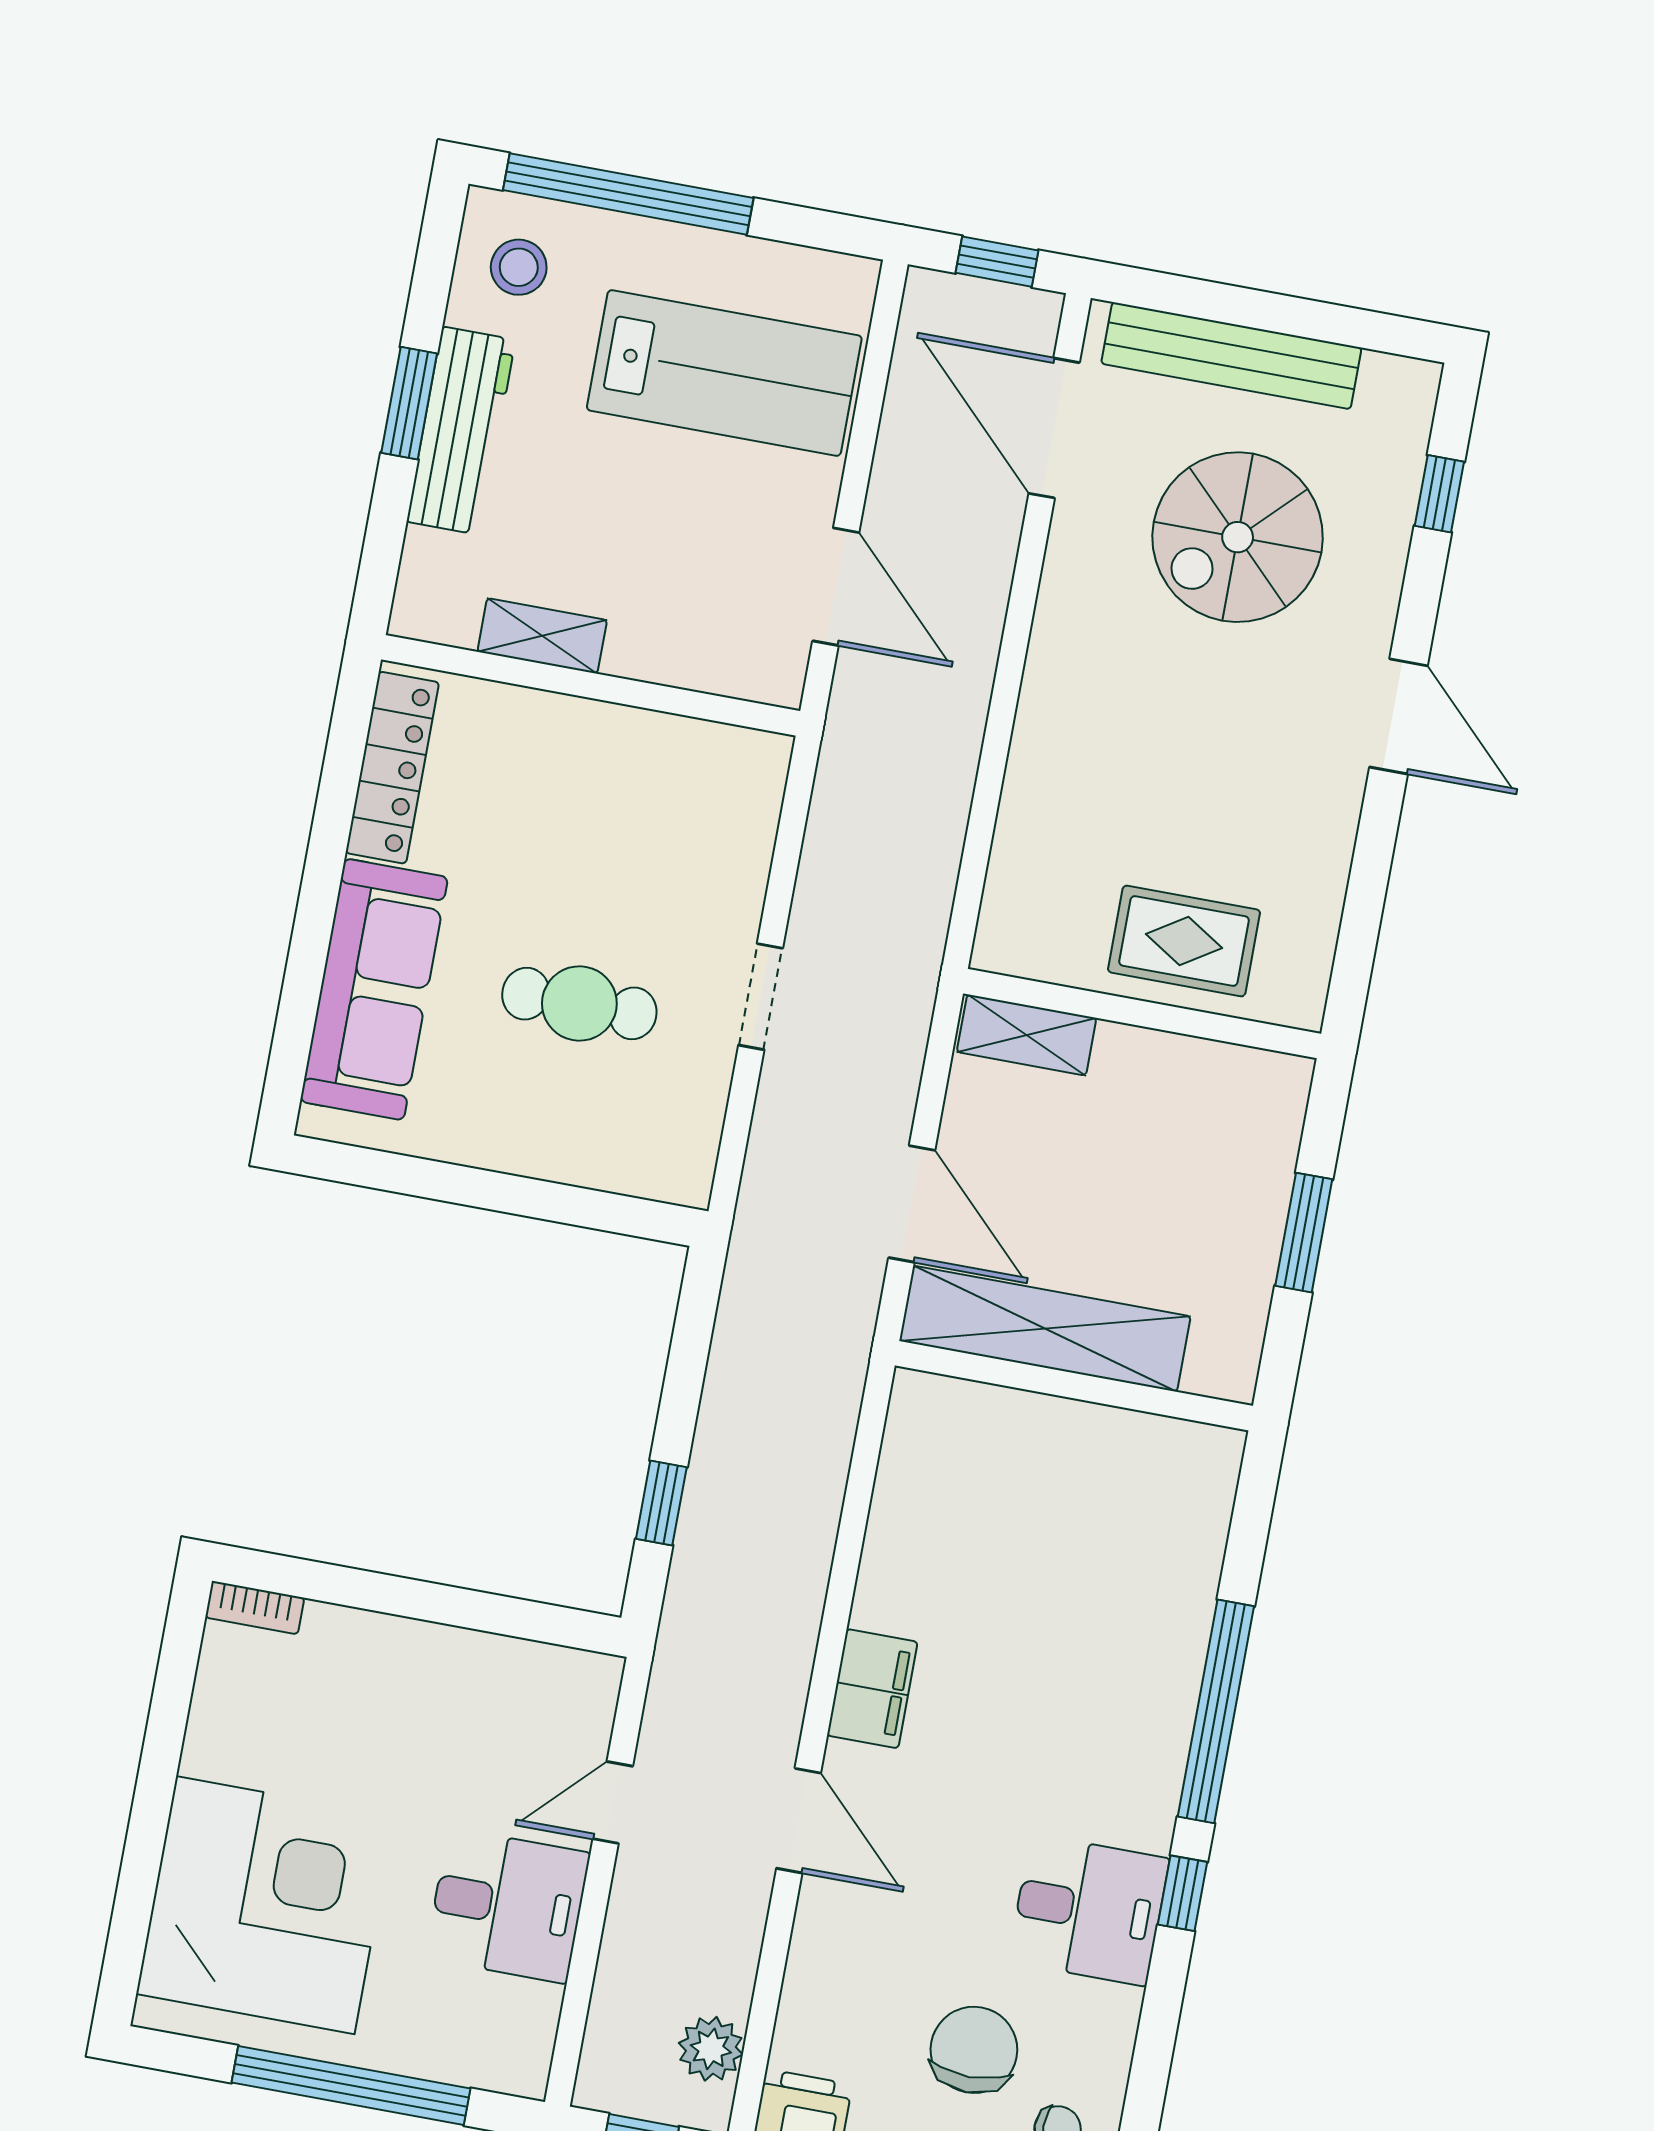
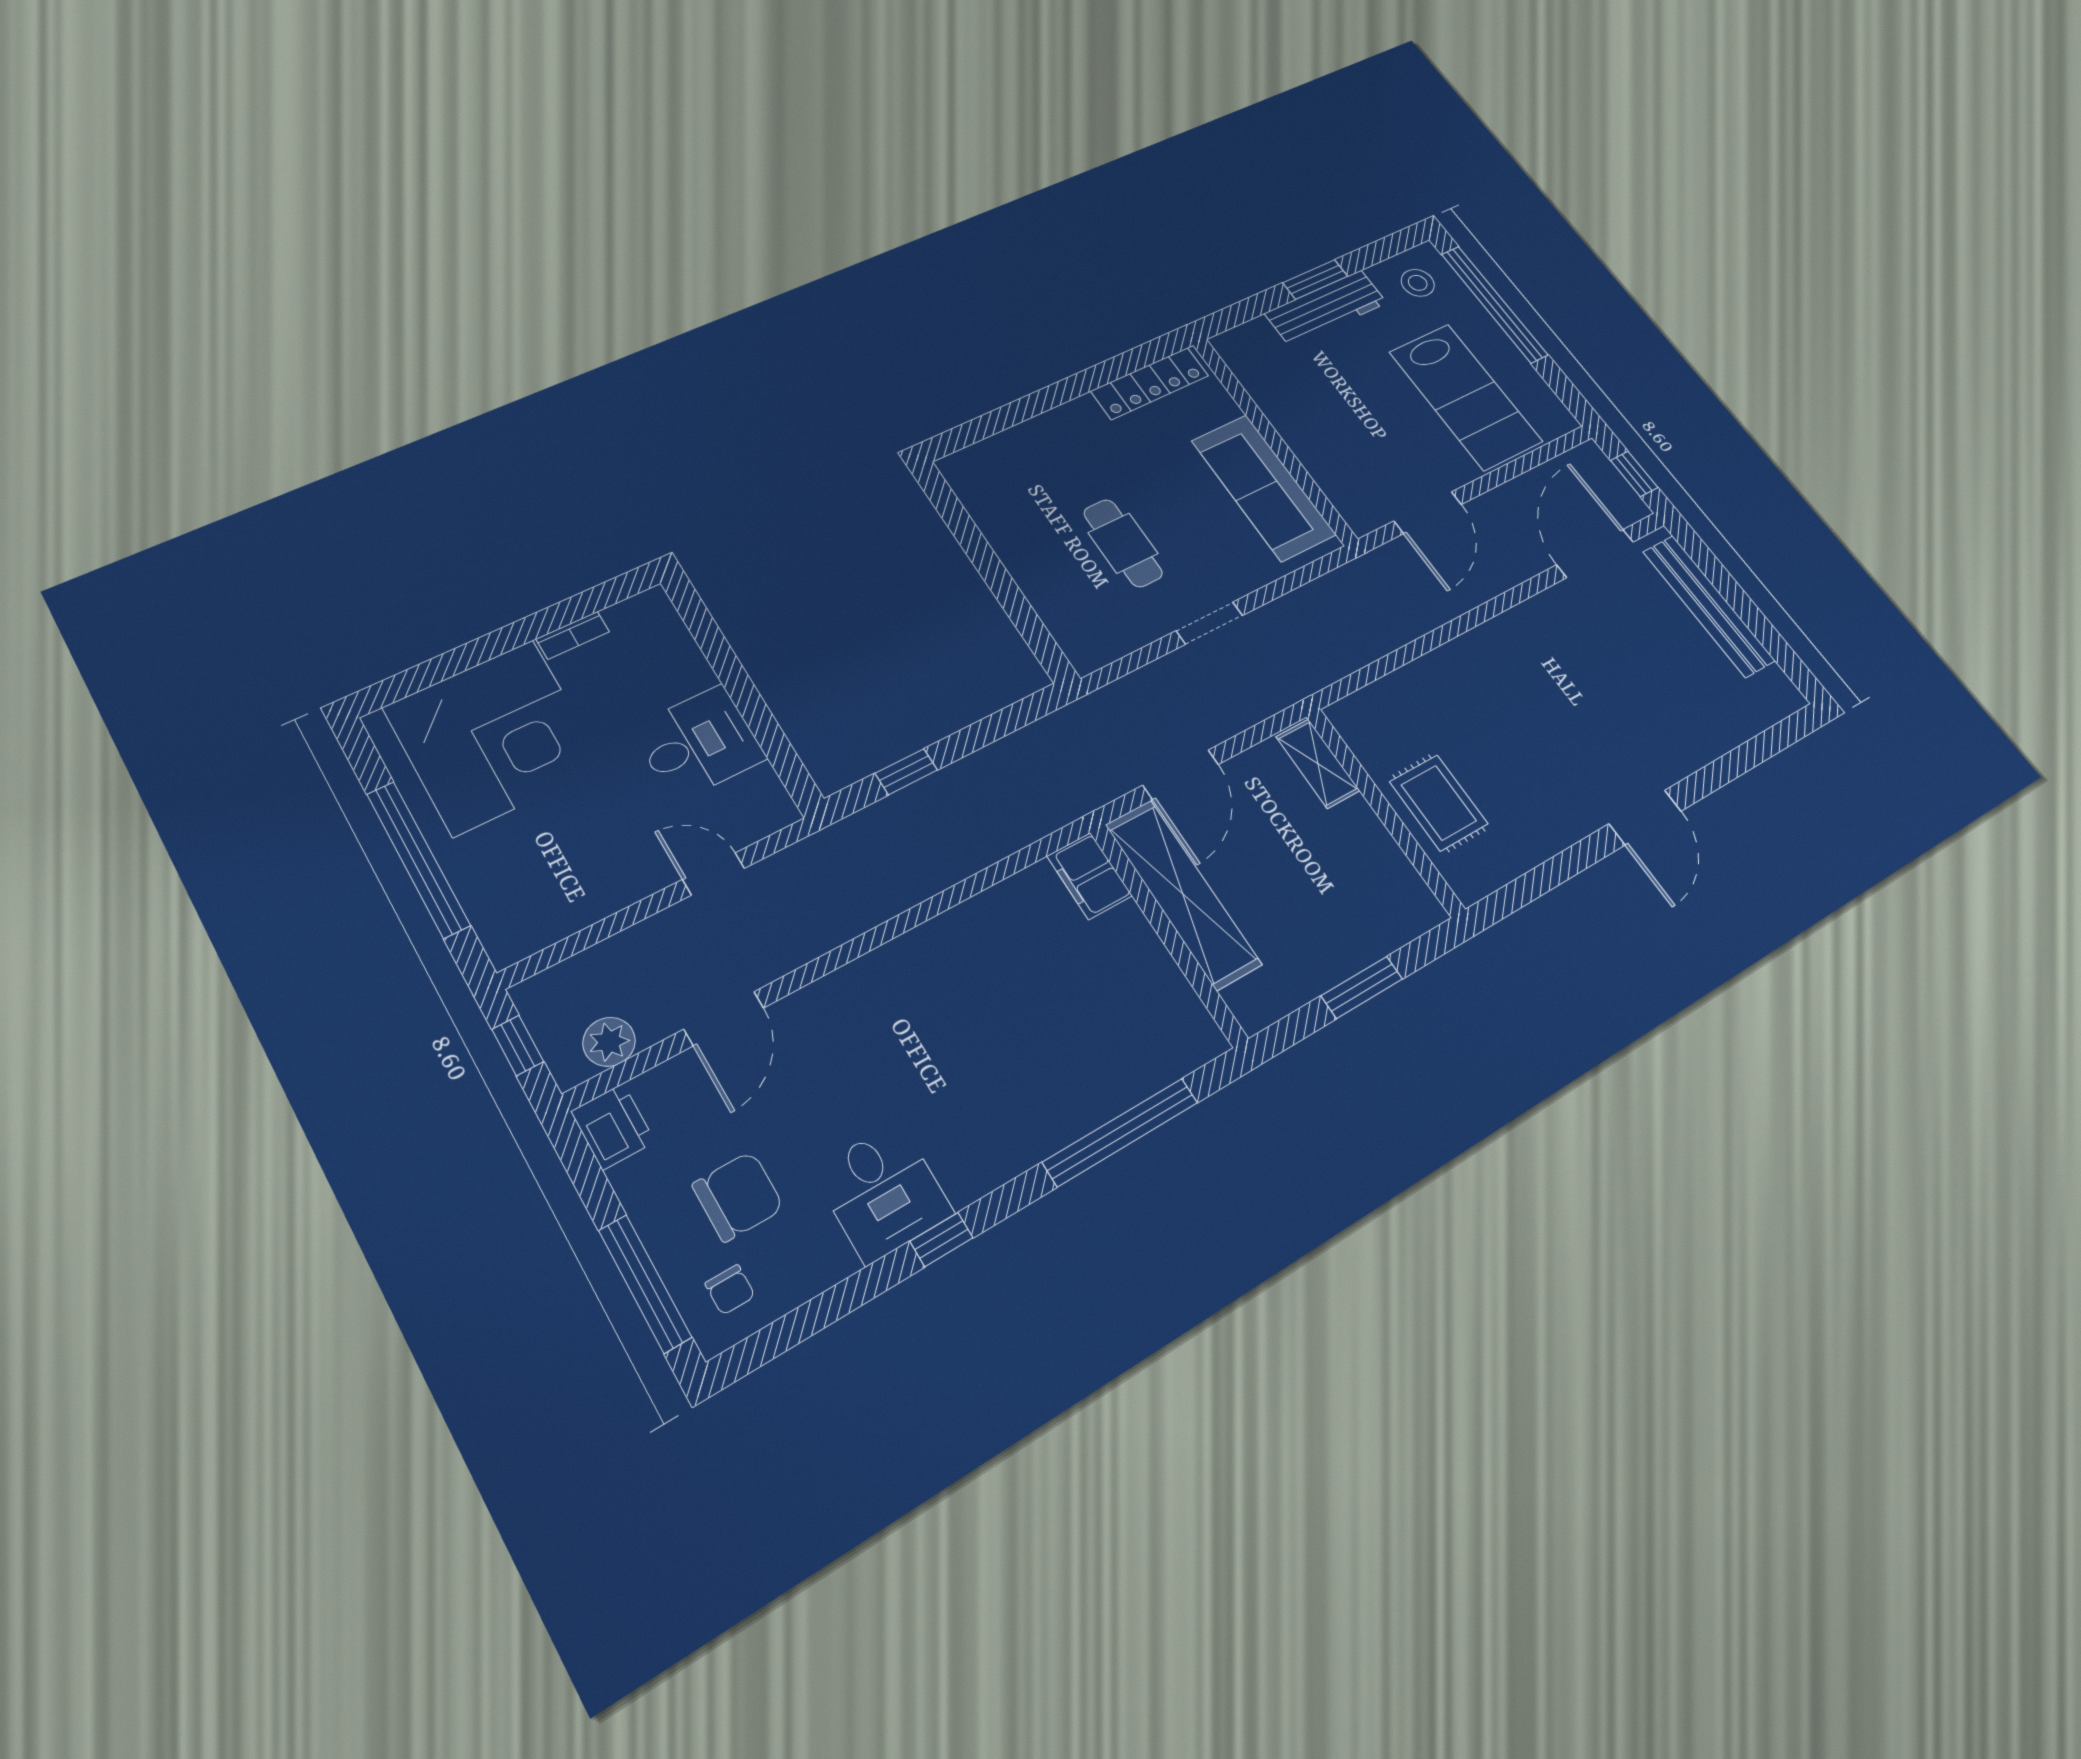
window: (1439, 494) -> (1757, 750), removed
spiral stairs: (1238, 537) -> (1639, 673), removed
shelving: (542, 636) -> (1274, 404), removed
sofa: (374, 989) -> (1263, 487), moved, turned 90
bookcase: (255, 1608) -> (573, 635), moved, turned -90
filing cabinet: (872, 1689) -> (1089, 876), moved, turned 90
window: (1216, 1711) -> (1121, 1132), moved
door: (799, 1821) -> (724, 1019), moved
desk: (508, 1906) -> (698, 743), moved, turned -90

